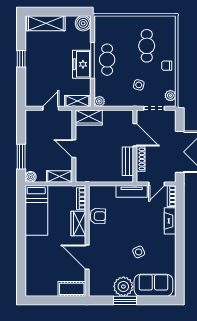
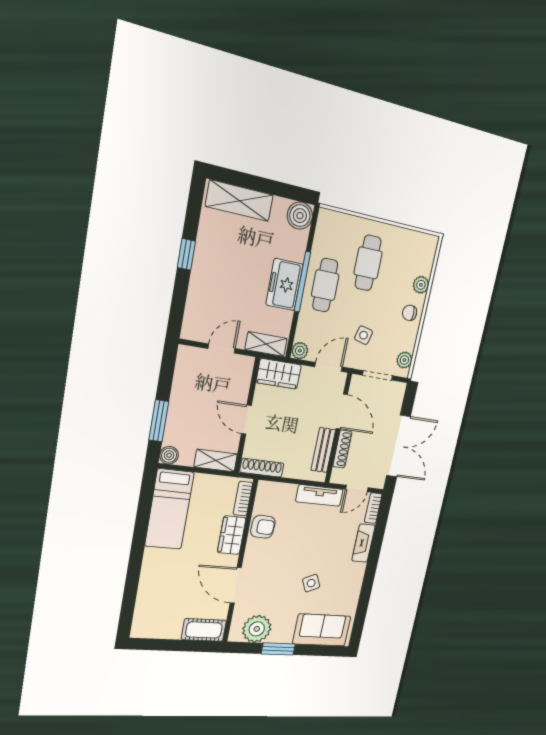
cafe table: (147, 46) -> (368, 263), moved
plant: (170, 47) -> (421, 285), added
door: (120, 108) -> (328, 367), added
shoe rack: (89, 178) -> (262, 468), added
plant: (123, 287) -> (257, 629), moved

